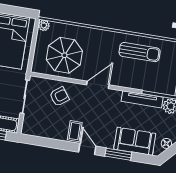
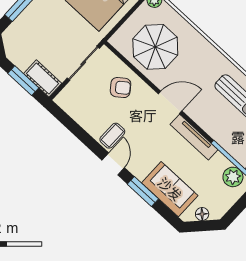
tv unit: (142, 99) -> (194, 137), moved

